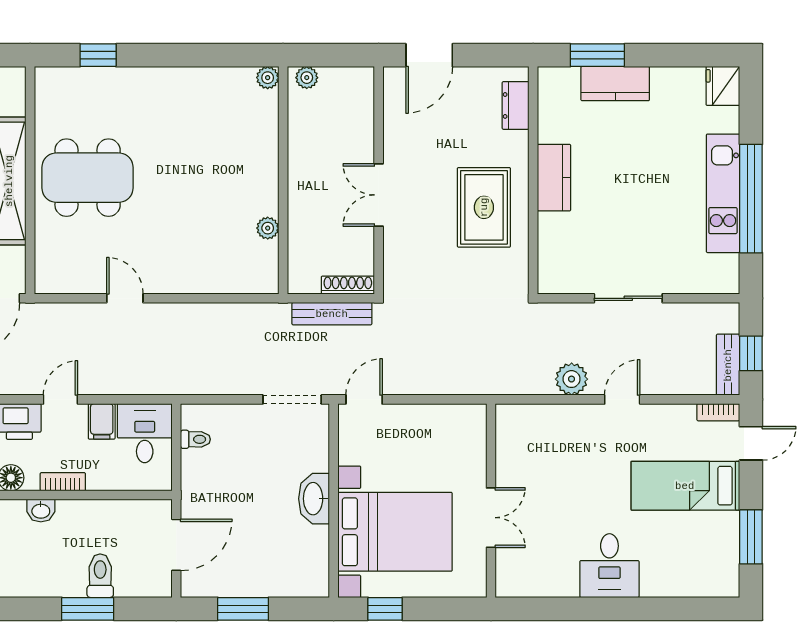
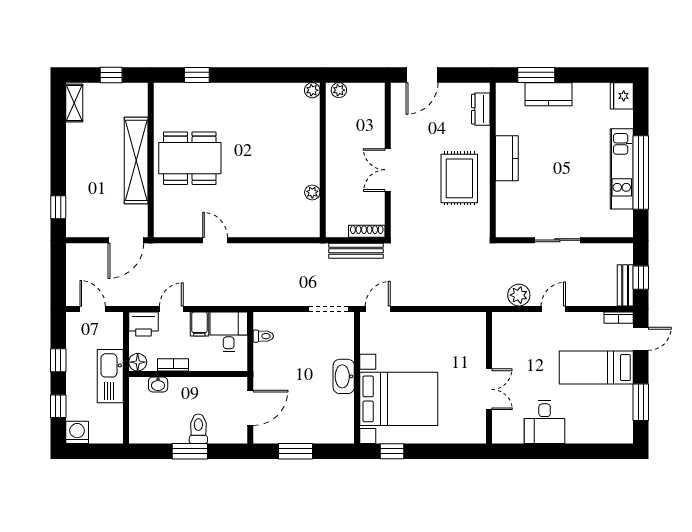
wall: (491, 501) -> (489, 378), moved
double door: (491, 518) -> (489, 389), moved

